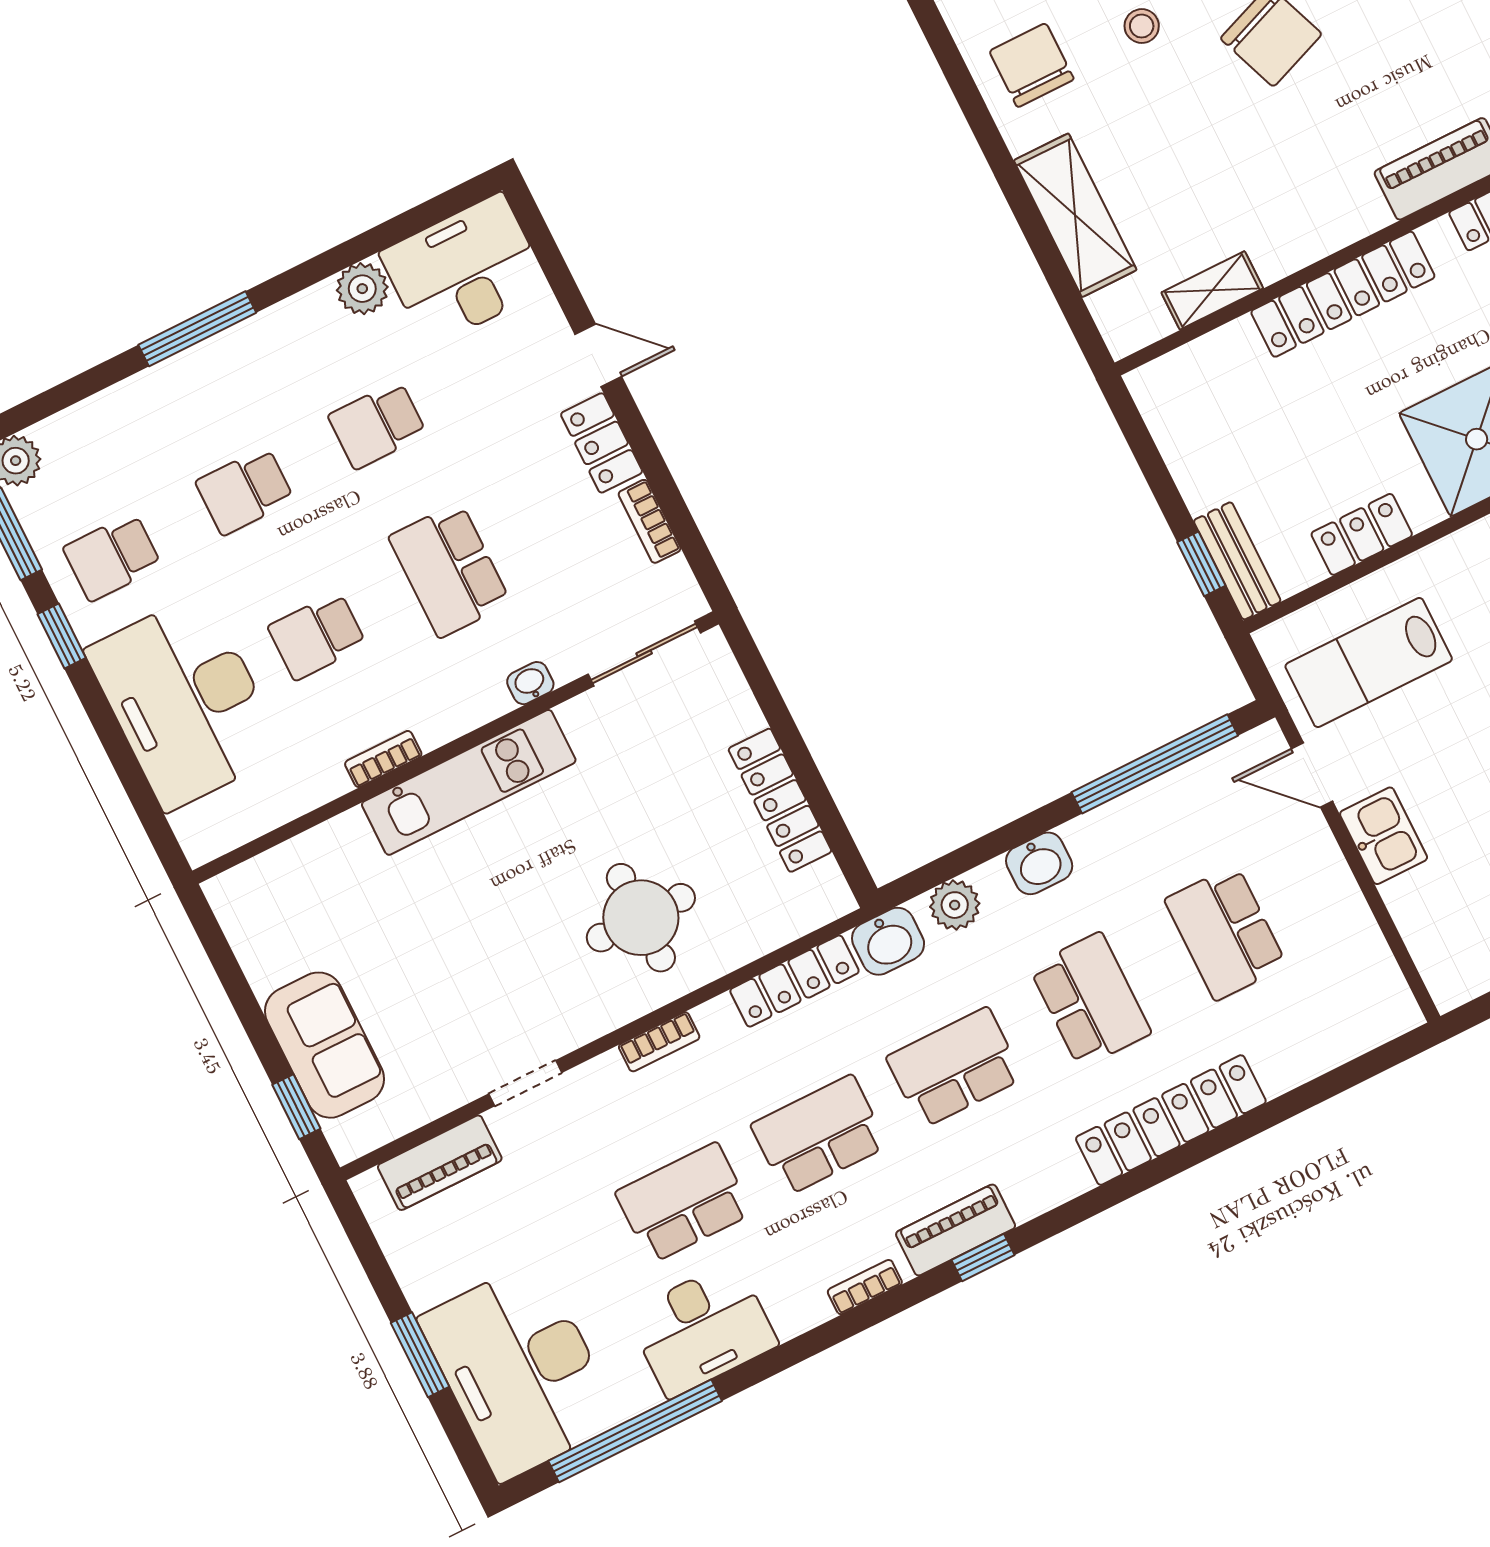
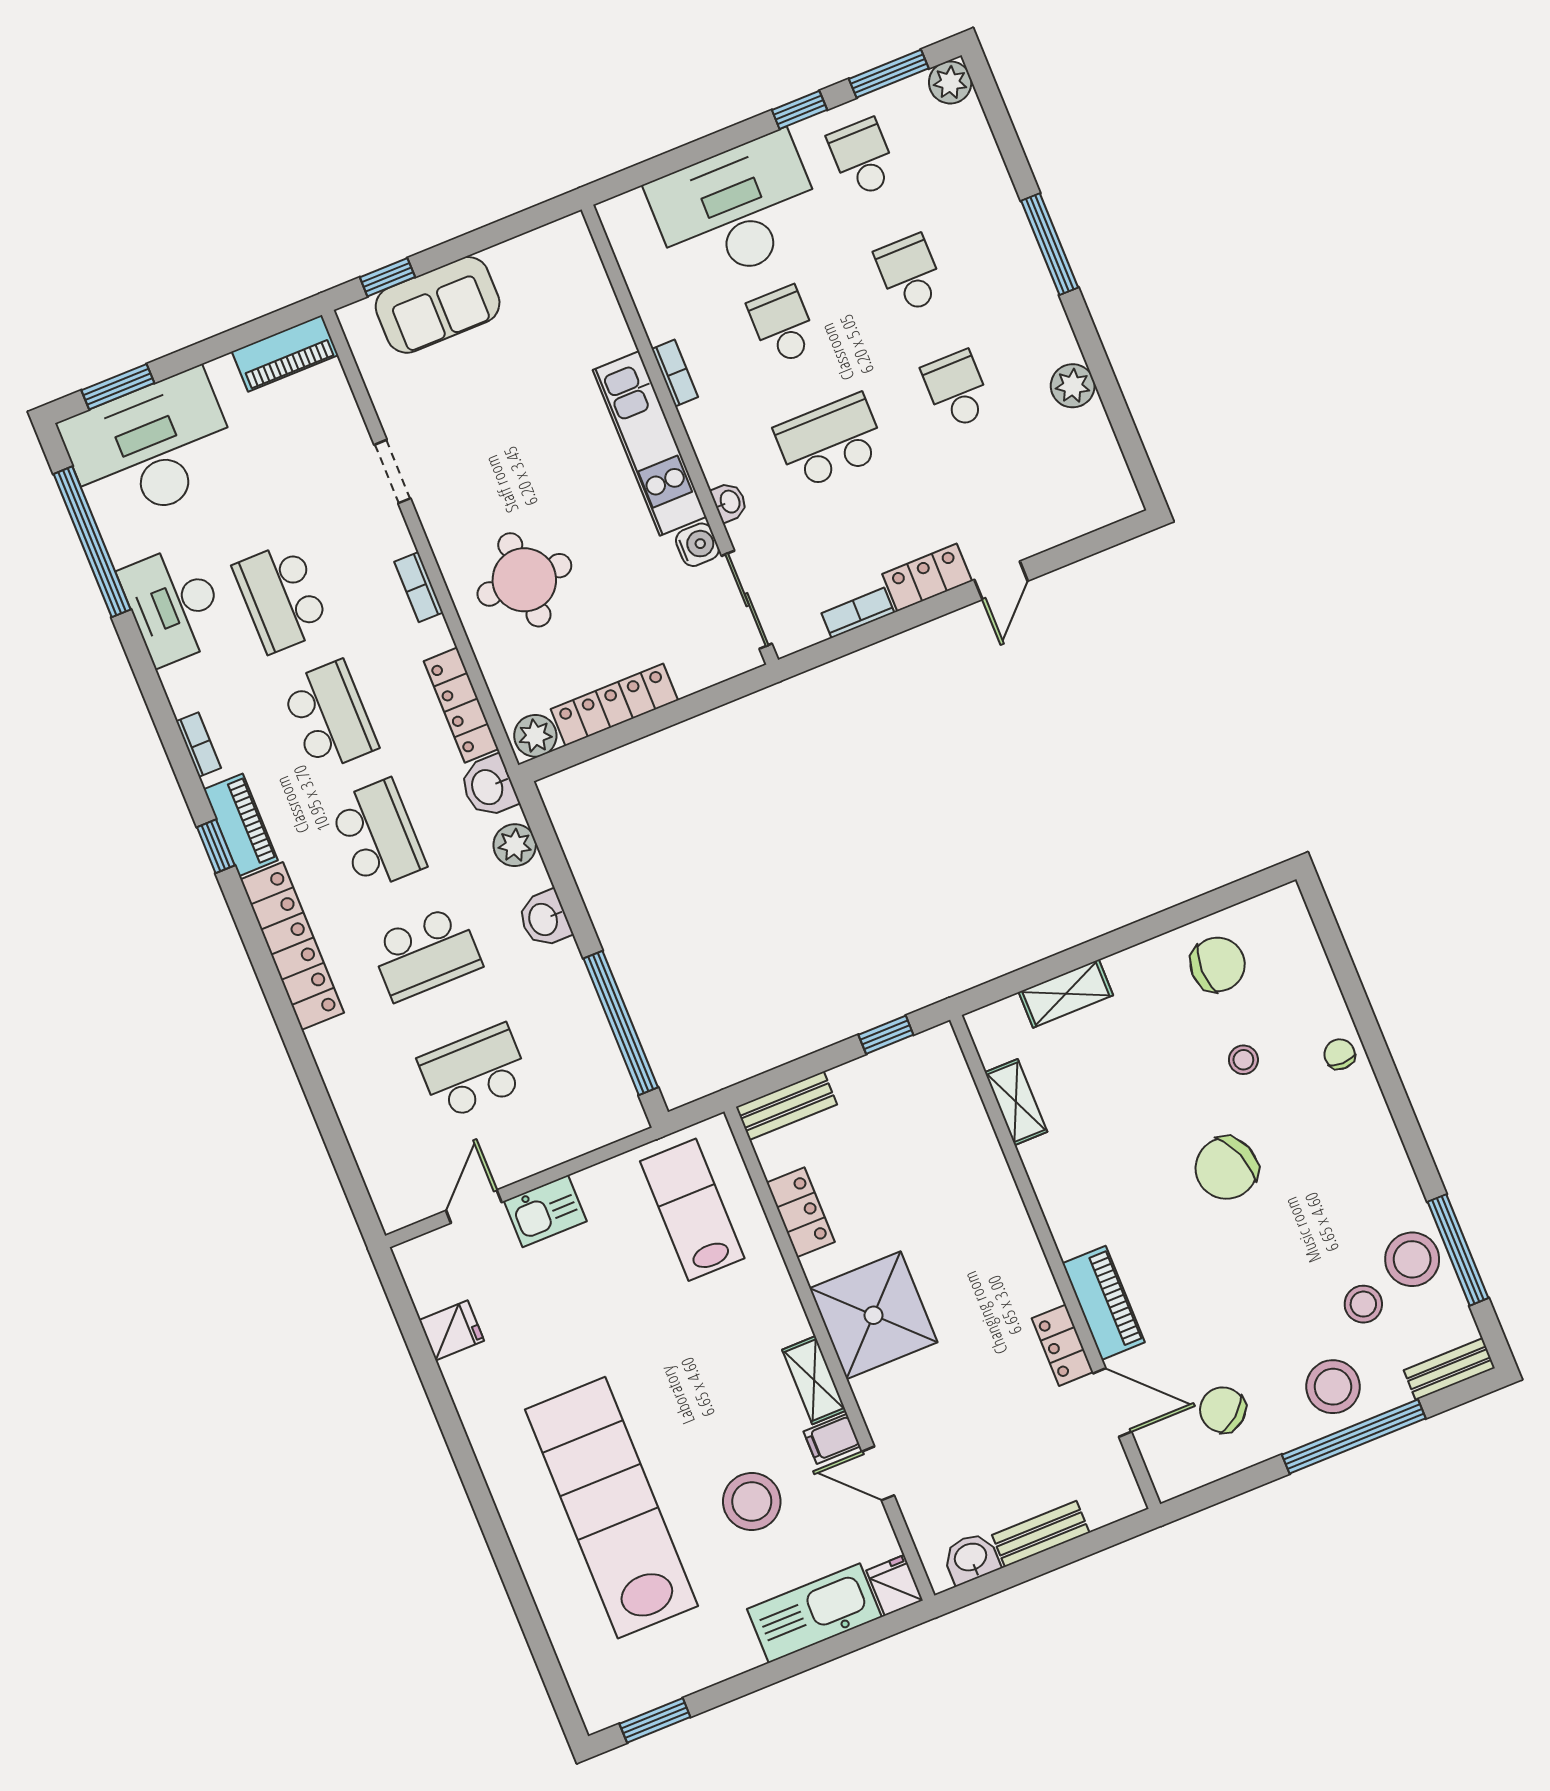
shelving: (1075, 215) -> (1066, 994), width x0.67, depth x0.75
desk: (464, 270) -> (1081, 473), removed
locker: (1343, 294) -> (1004, 1212), removed
window: (1201, 564) -> (886, 1035), moved
water cooler: (584, 717) -> (697, 545), added
door: (1312, 775) -> (474, 1206), moved
plant: (824, 891) -> (535, 736), added
locker: (1171, 1120) -> (292, 946), moved
piano: (440, 1163) -> (285, 353), moved, turned -90
school desk: (684, 1203) -> (281, 597), turned 180
window: (420, 1355) -> (118, 387), moved

